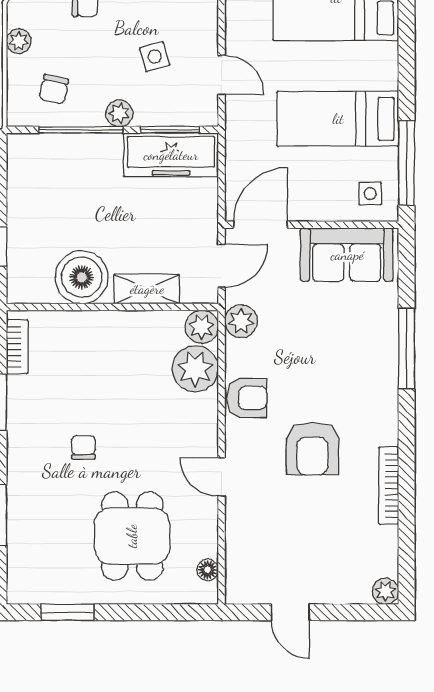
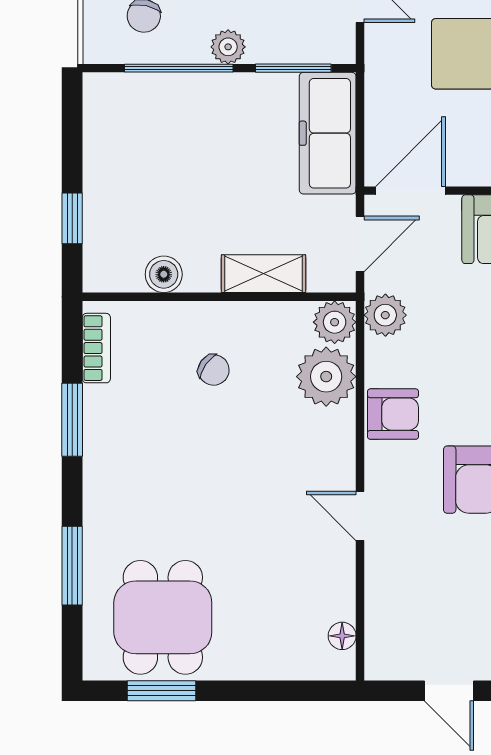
freezer: (171, 155) -> (328, 133), moved, turned 90
boiler: (82, 277) -> (164, 274), width x0.54, depth x0.54
chair: (83, 447) -> (214, 370), moved, turned 125
dining table: (132, 536) -> (163, 617), moved

